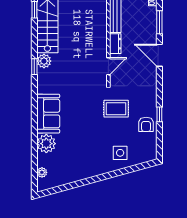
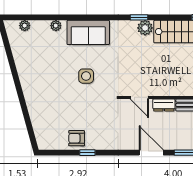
door: (159, 55) -> (151, 153), hinge flipped
rug: (116, 109) -> (94, 106), removed
plant: (46, 144) -> (56, 26), width x0.53, depth x0.53
side table: (120, 153) -> (86, 76), moved

